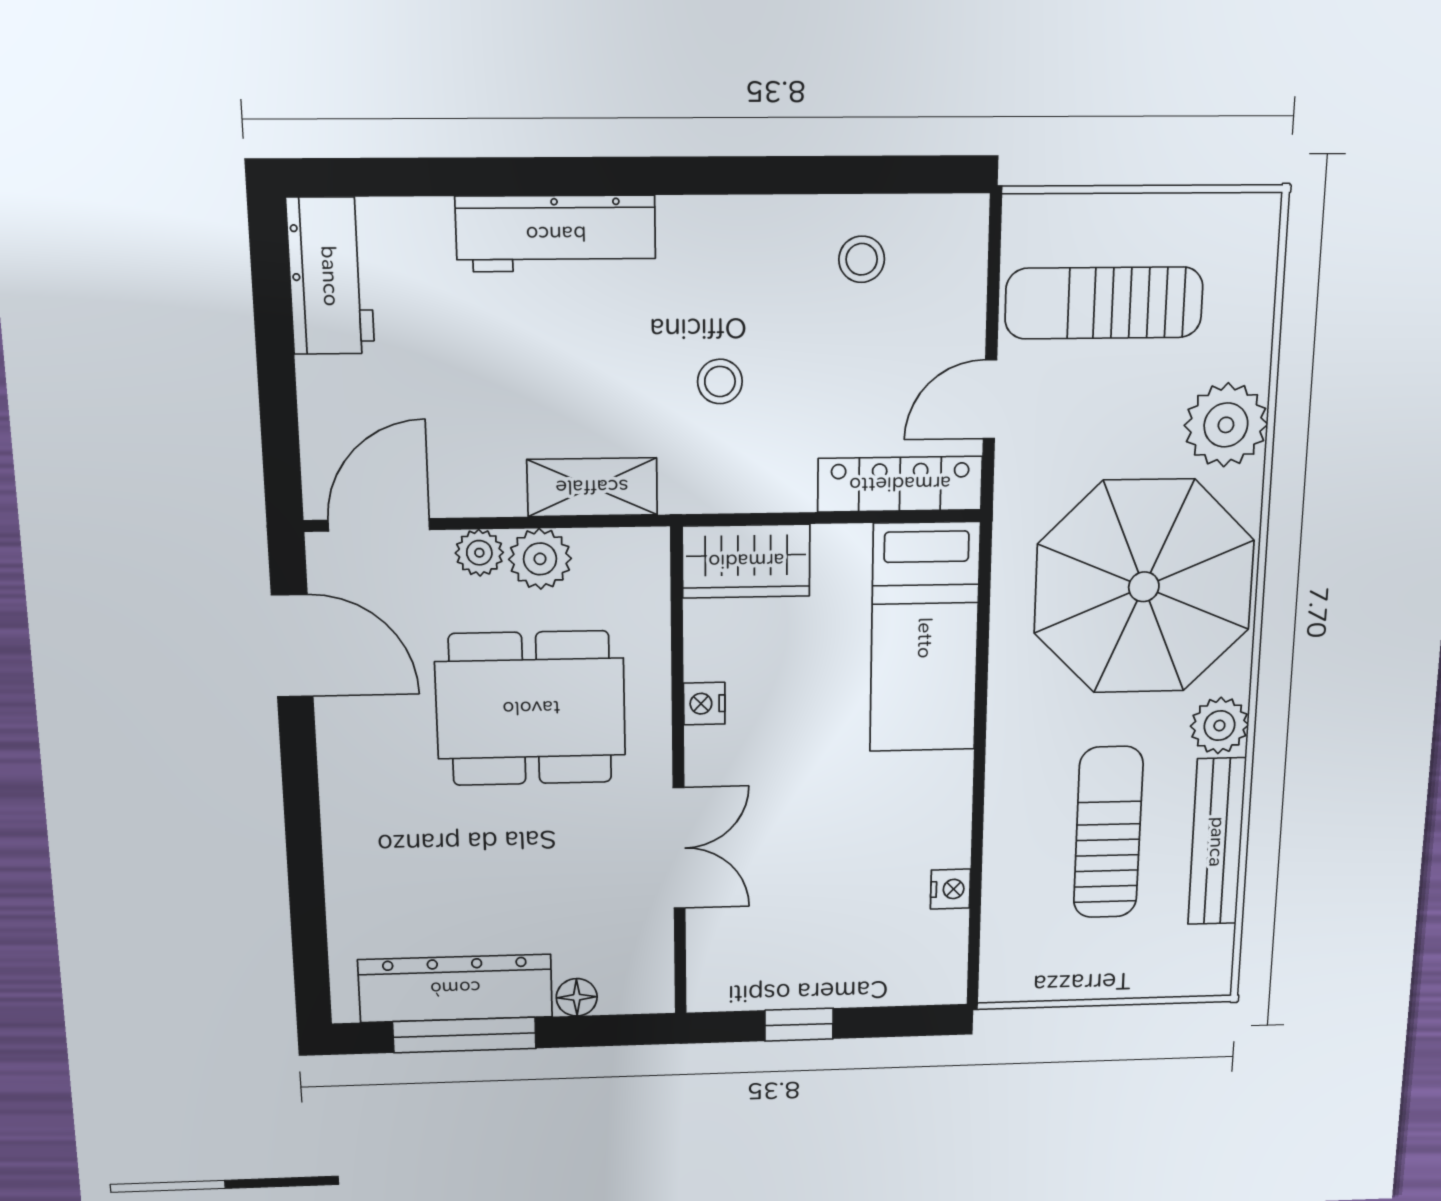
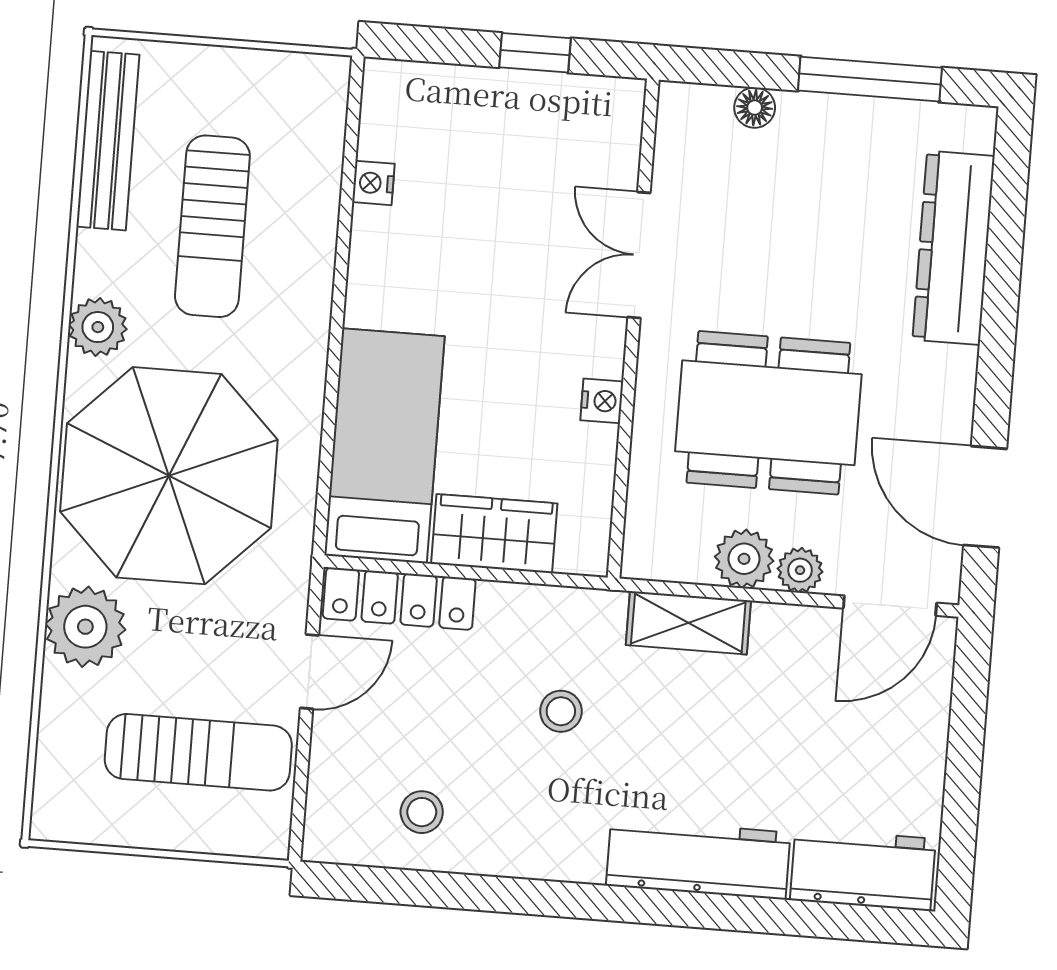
workbench: (330, 276) -> (863, 869), moved, turned 90
wardrobe: (746, 561) -> (494, 534), moved
bench: (1217, 842) -> (108, 141), moved
dresser: (455, 988) -> (954, 248), moved, turned 90

